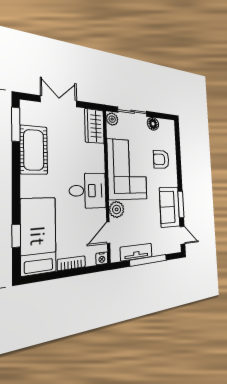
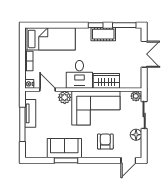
wardrobe: (94, 126) -> (106, 81), moved
cot: (34, 150) -> (103, 34), width x0.73, depth x0.75
door: (183, 235) -> (128, 160), moved
window: (16, 236) -> (96, 25), moved

